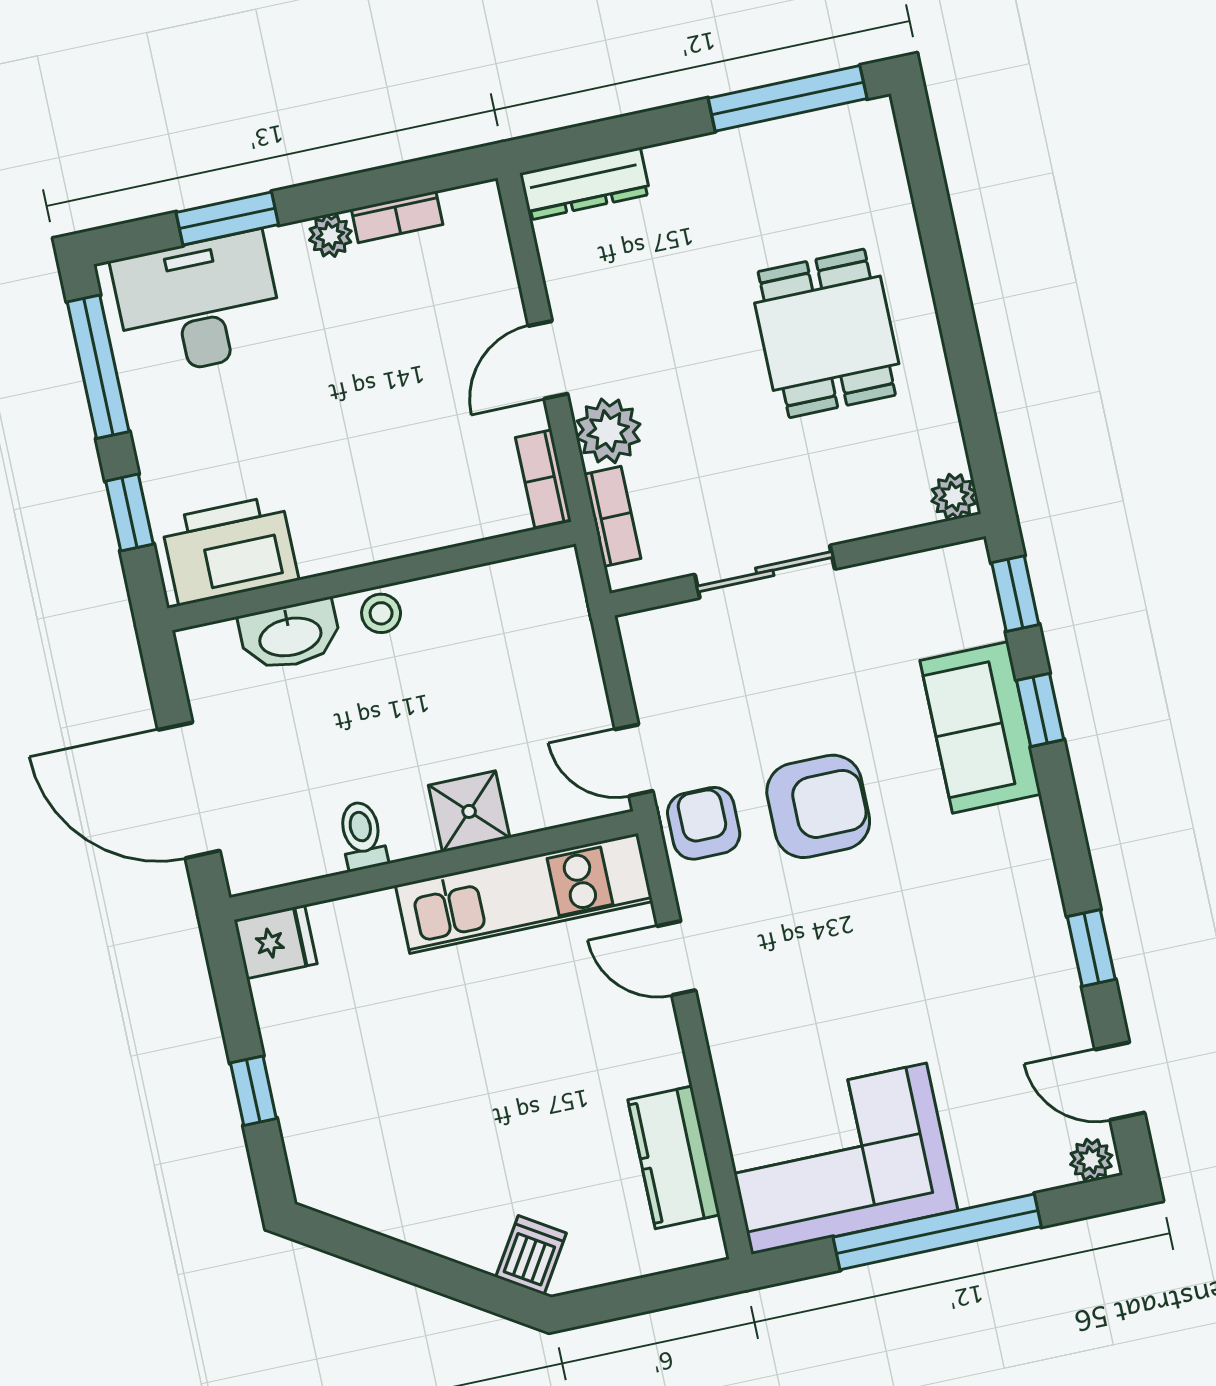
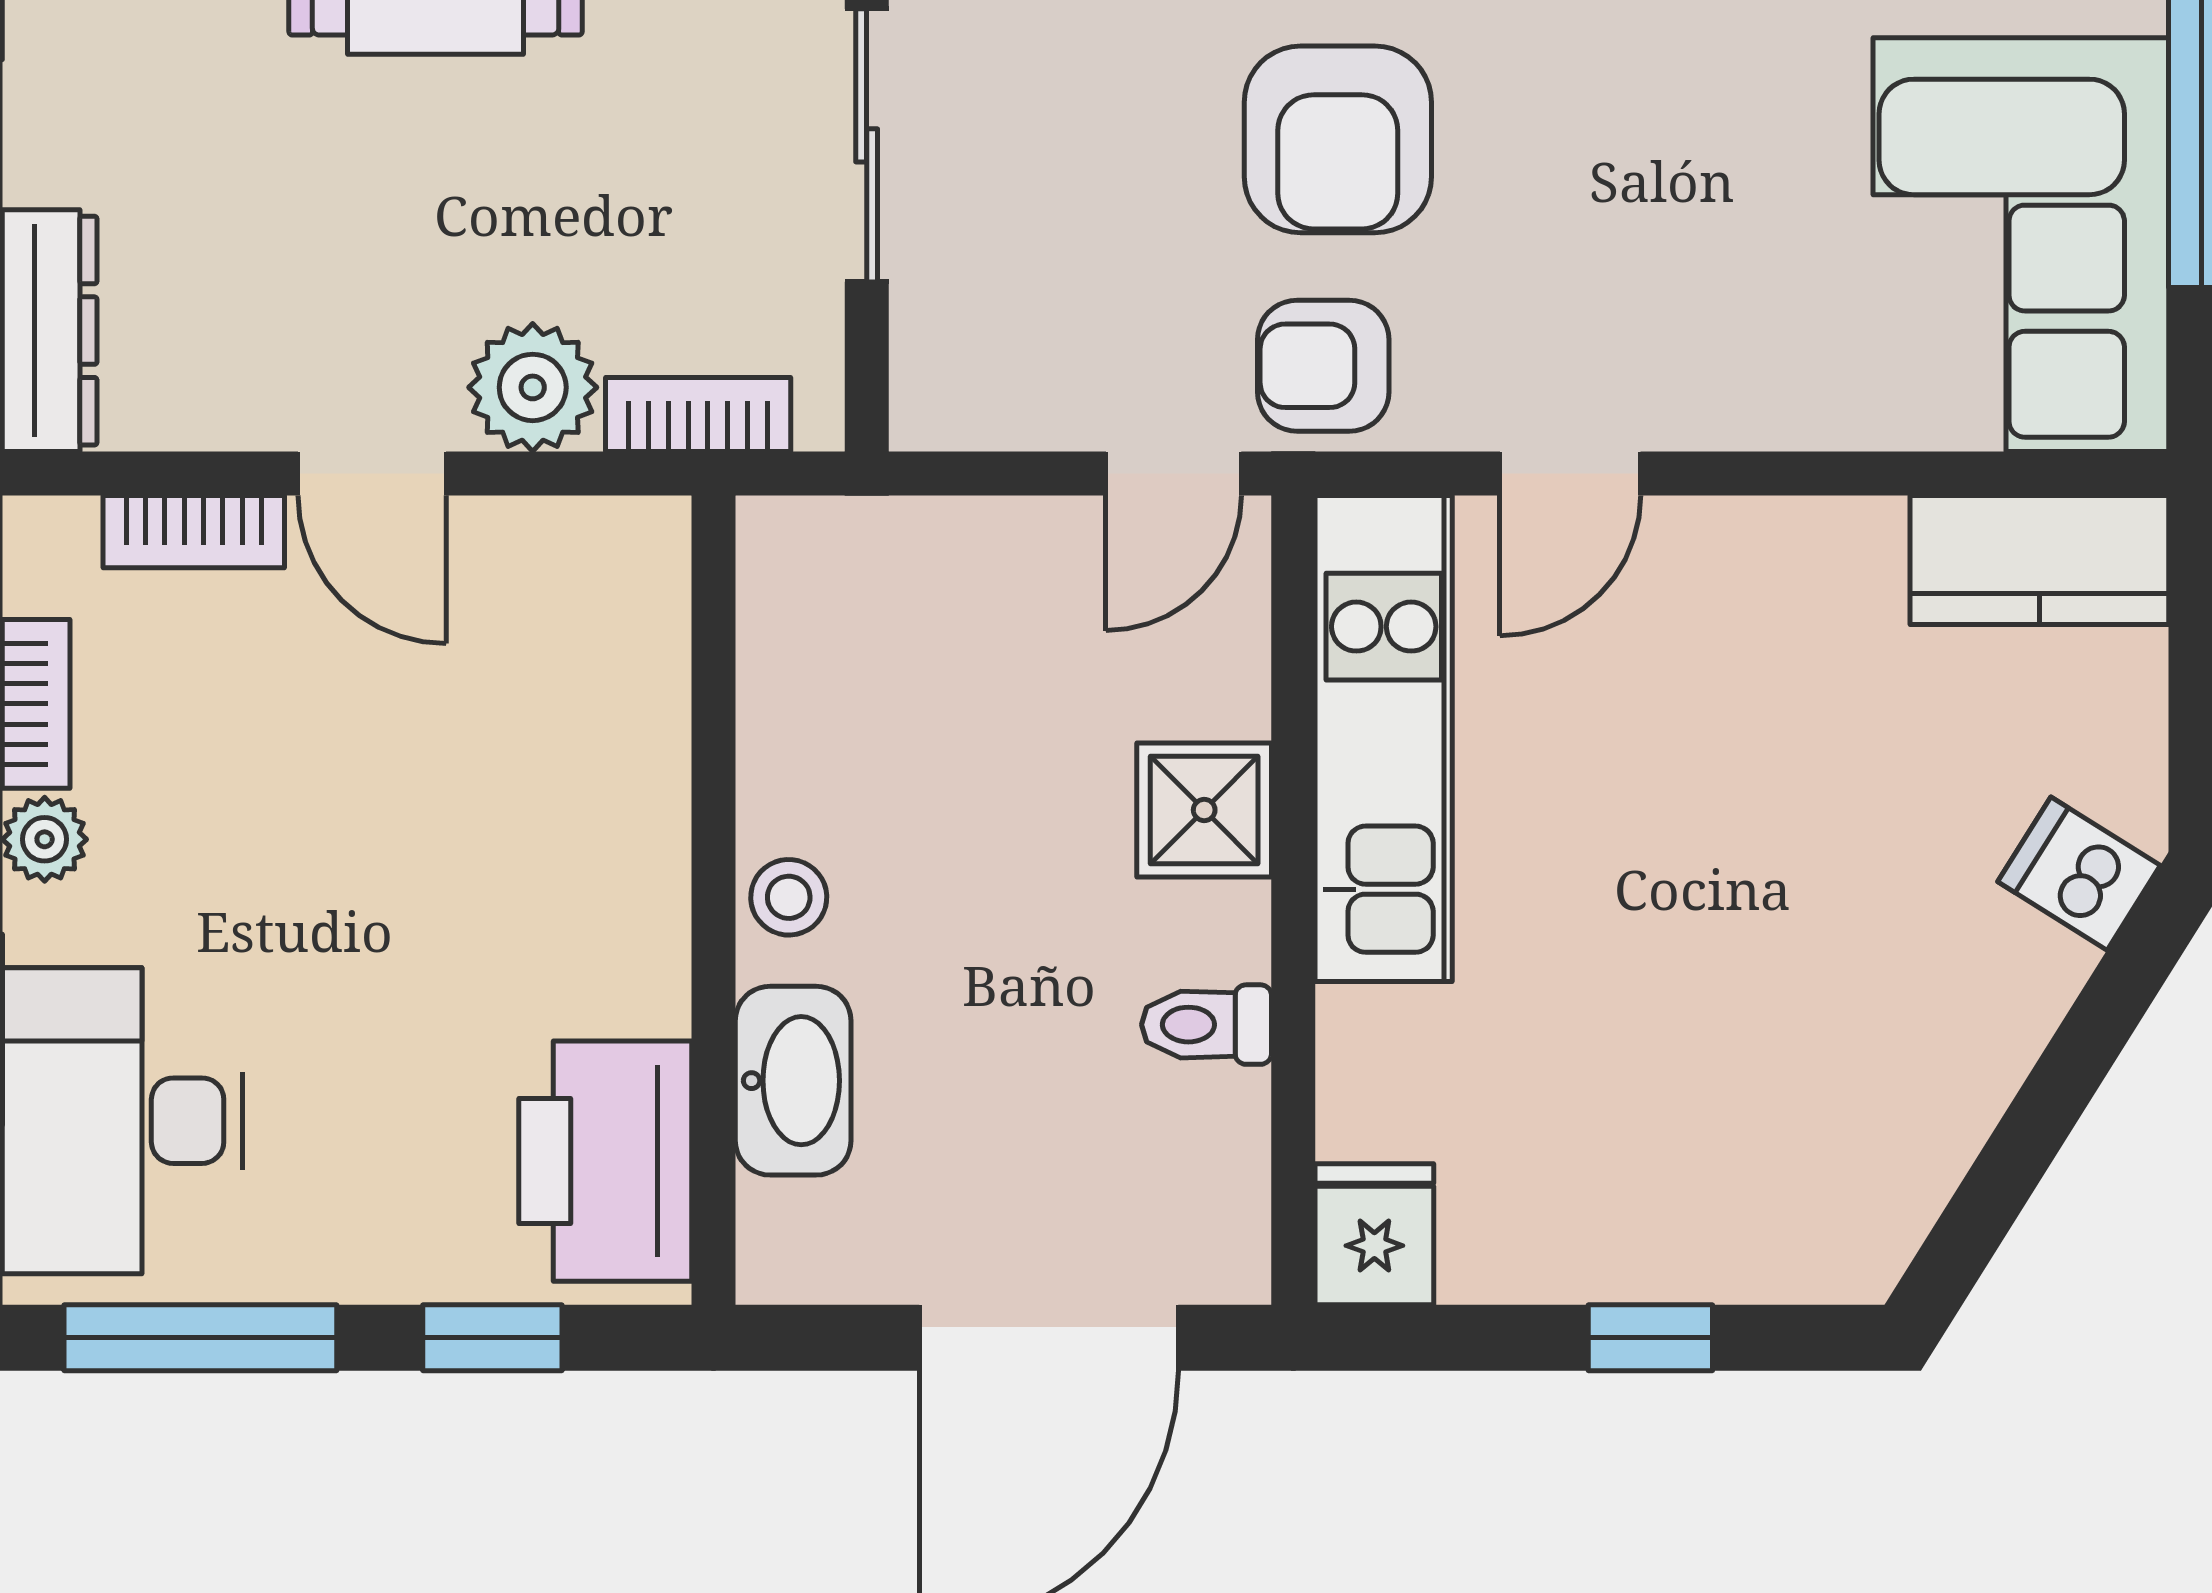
bookcase: (543, 479) -> (194, 532), moved
armchair: (818, 806) -> (1338, 139), turned 180
kitchen counter: (674, 1157) -> (2039, 560), moved

